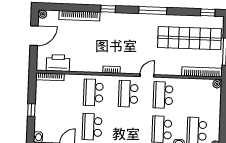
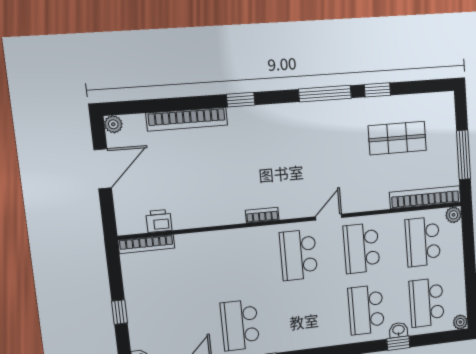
window: (208, 13) -> (377, 90), moved
shop shelf: (190, 38) -> (397, 138), width x0.50, depth x0.74
printer: (58, 63) -> (159, 221), width x0.53, depth x0.68
school desk: (93, 92) -> (423, 242), moved

